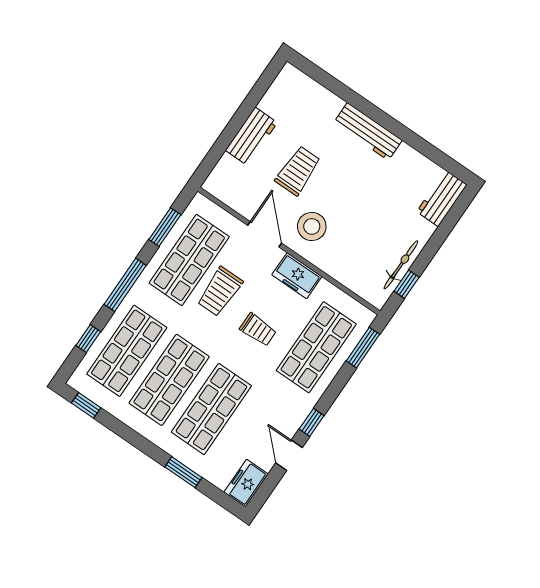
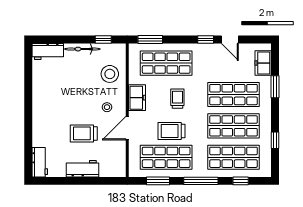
workbench: (368, 132) -> (40, 162), moved, width x0.73
stool: (312, 226) -> (107, 107), width x0.53, depth x0.53
stool: (354, 261) -> (110, 74), added
bicycle: (401, 265) -> (82, 49), moved
trolley: (220, 291) -> (171, 131), turned 180
window: (86, 405) -> (275, 140), moved
door: (289, 455) -> (230, 40), hinge flipped
freezer: (246, 483) -> (263, 63), moved, turned 90

